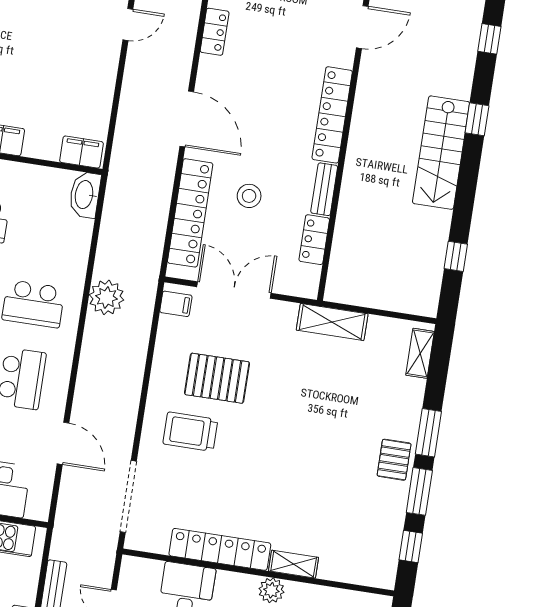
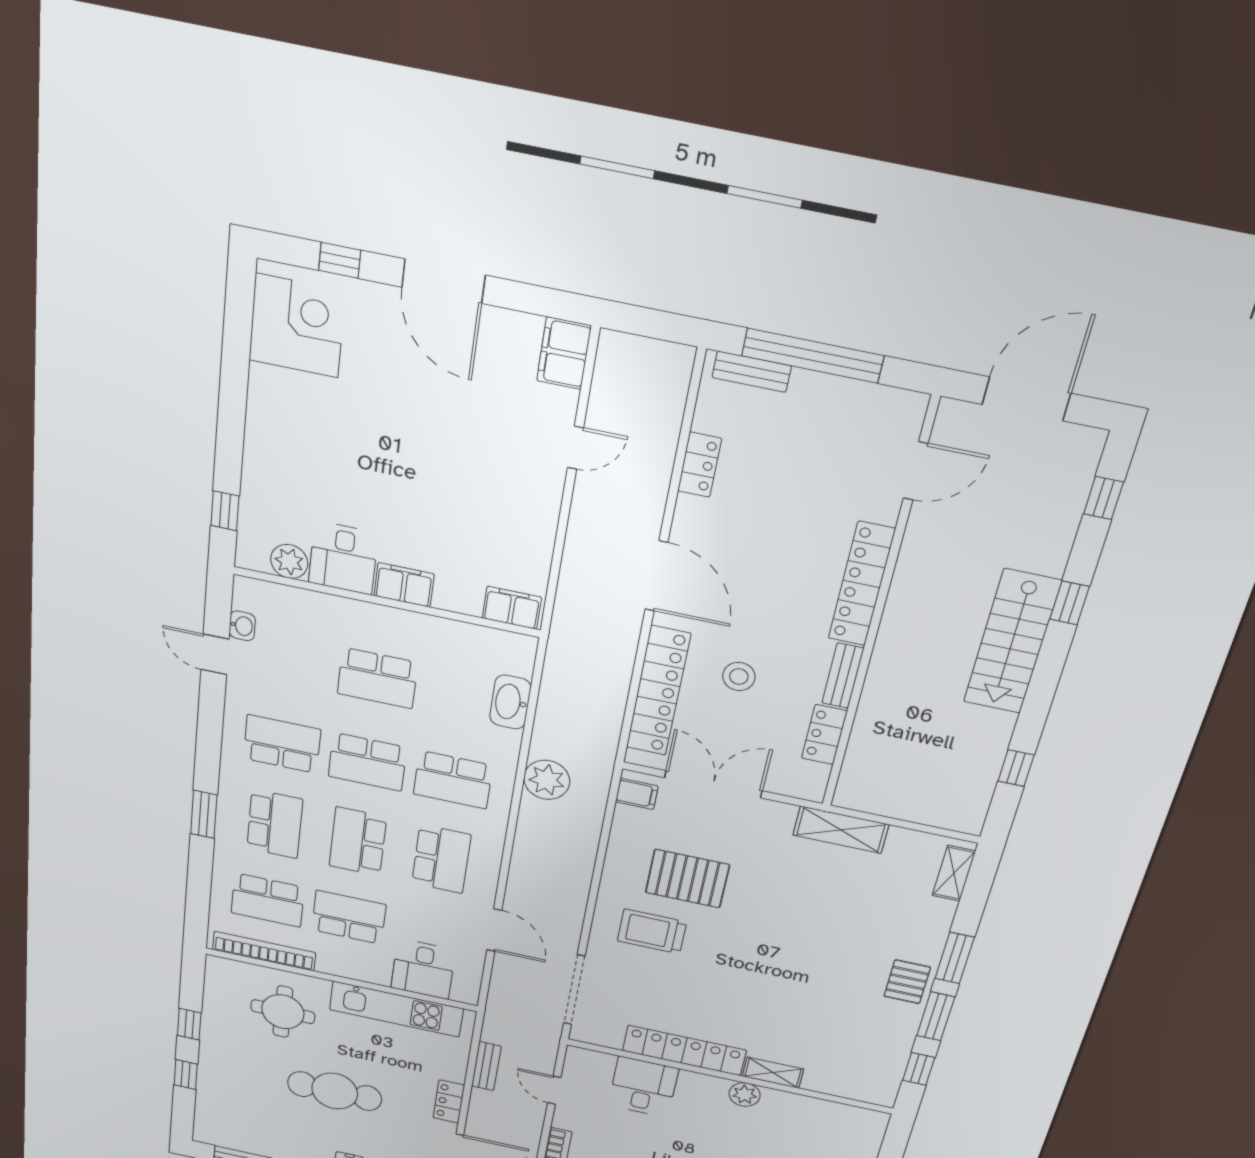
washbasin: (85, 195) -> (510, 702), moved

